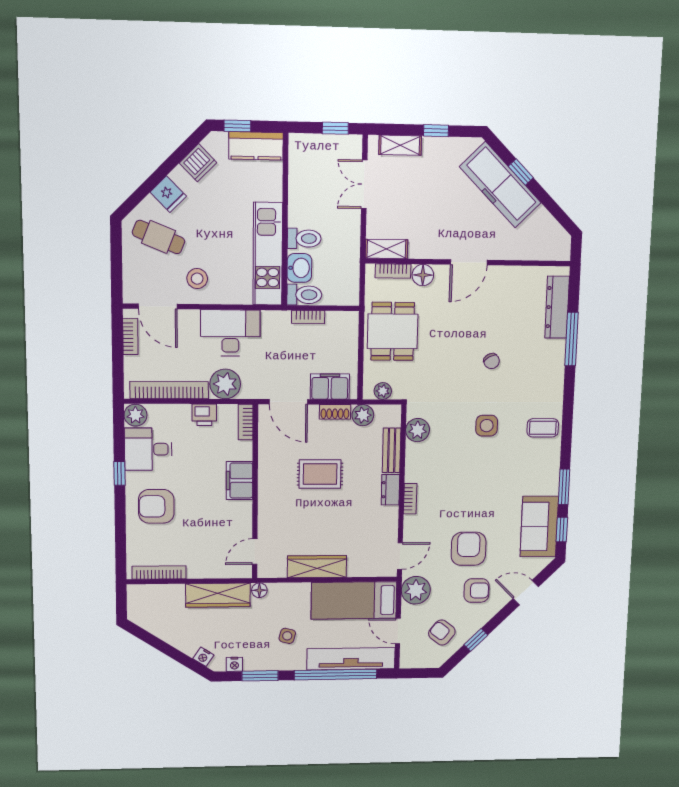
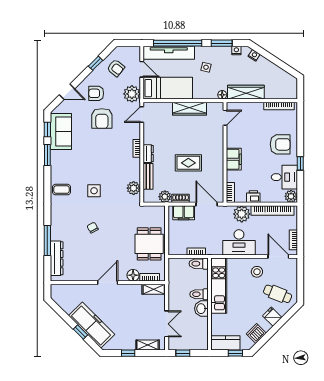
washbasin: (299, 268) -> (201, 309), moved
plant: (383, 391) -> (154, 210), removed

